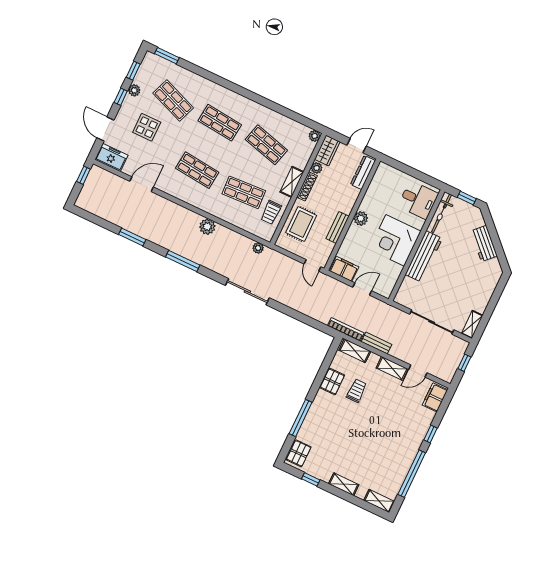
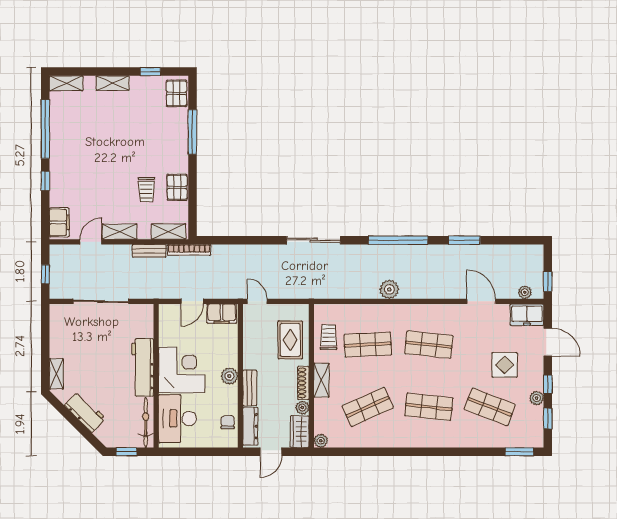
shop shelf: (266, 145) -> (368, 407), turned -39
door: (142, 184) -> (481, 301), swing flipped
chair: (379, 184) -> (228, 422), added
desk: (418, 200) -> (177, 419), width x1.37
bench: (338, 227) -> (250, 388), moved
plant: (258, 248) -> (525, 292), moved
window: (183, 261) -> (398, 240), width x1.46
shelving: (472, 324) -> (56, 374), moved

